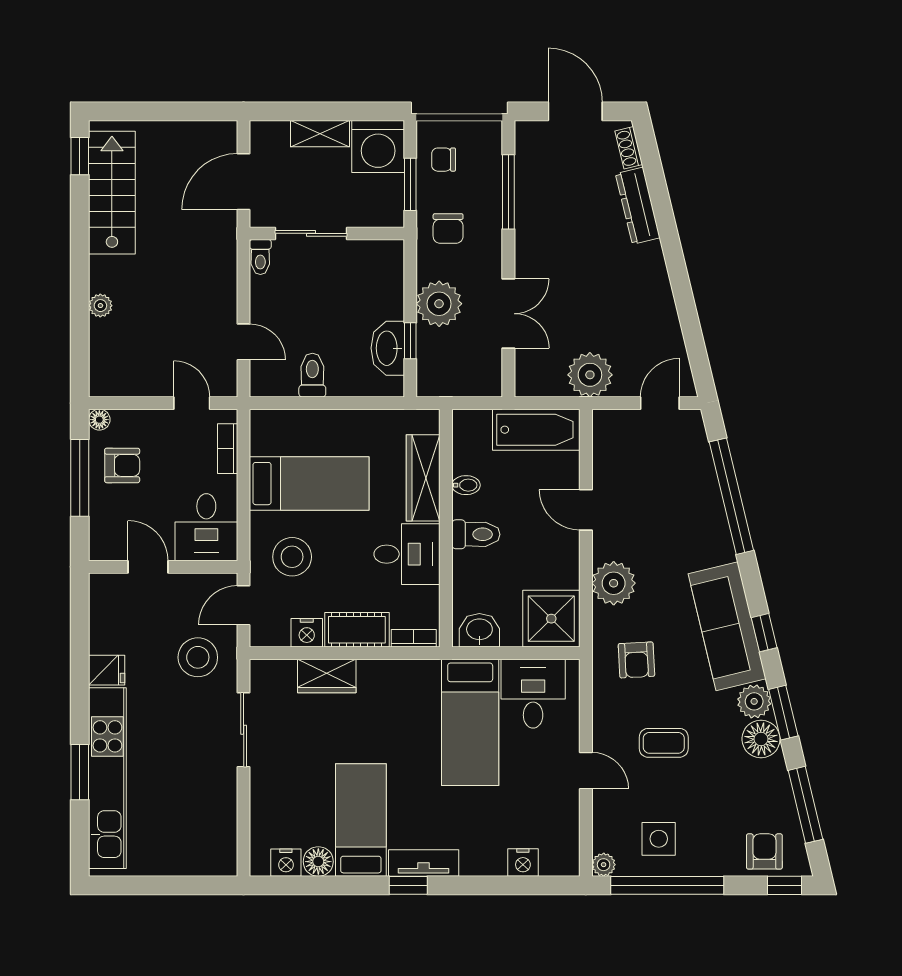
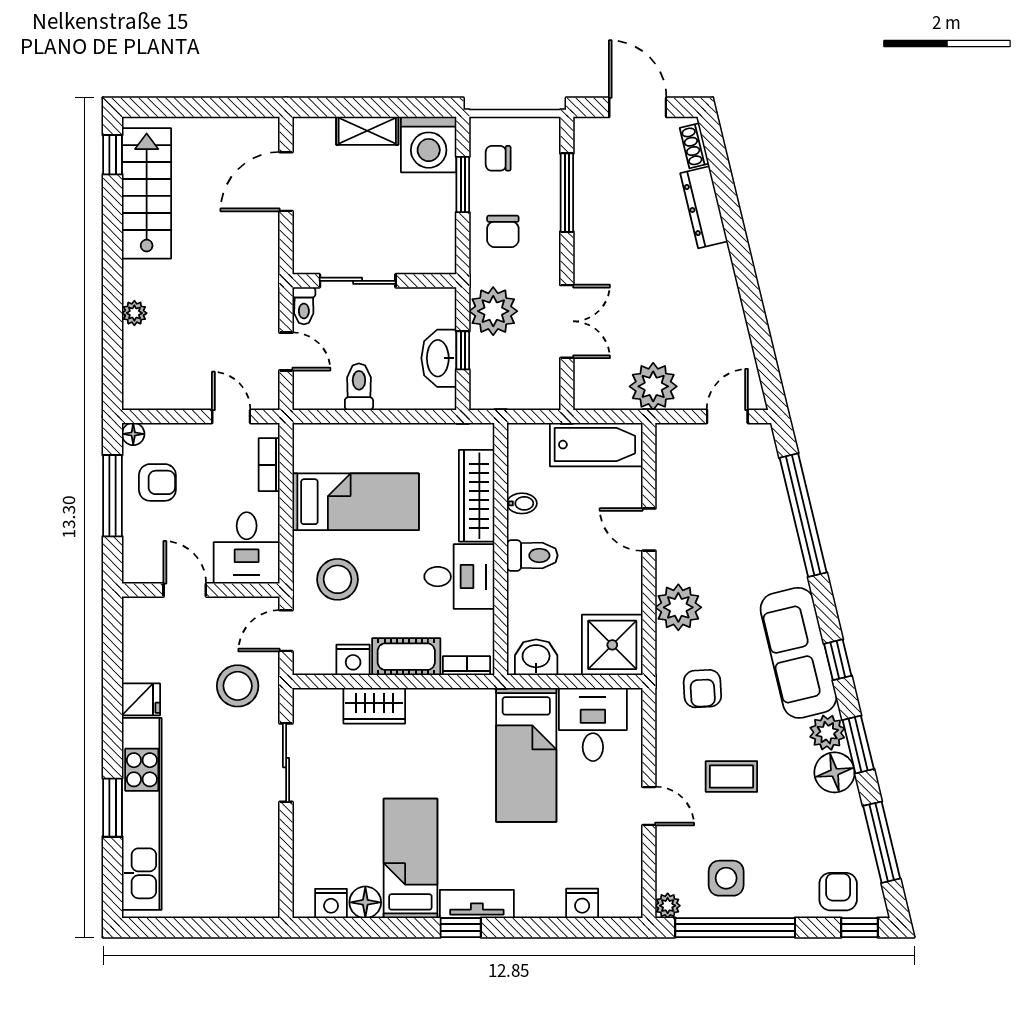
sliding door: (311, 233) -> (358, 281), moved
wall: (327, 233) -> (374, 281), moved
toilet: (260, 257) -> (304, 306), moved

